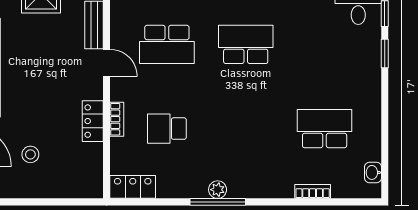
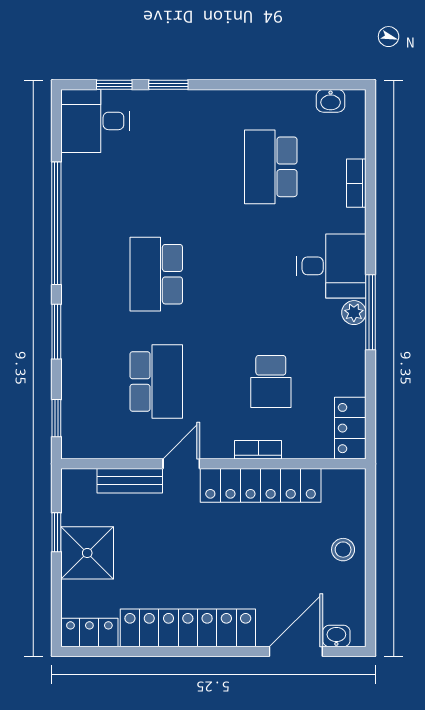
locker: (93, 121) -> (261, 485), width x2.16, depth x1.21
stool: (30, 154) -> (343, 550), moved
desk: (252, 173) -> (331, 266), added

